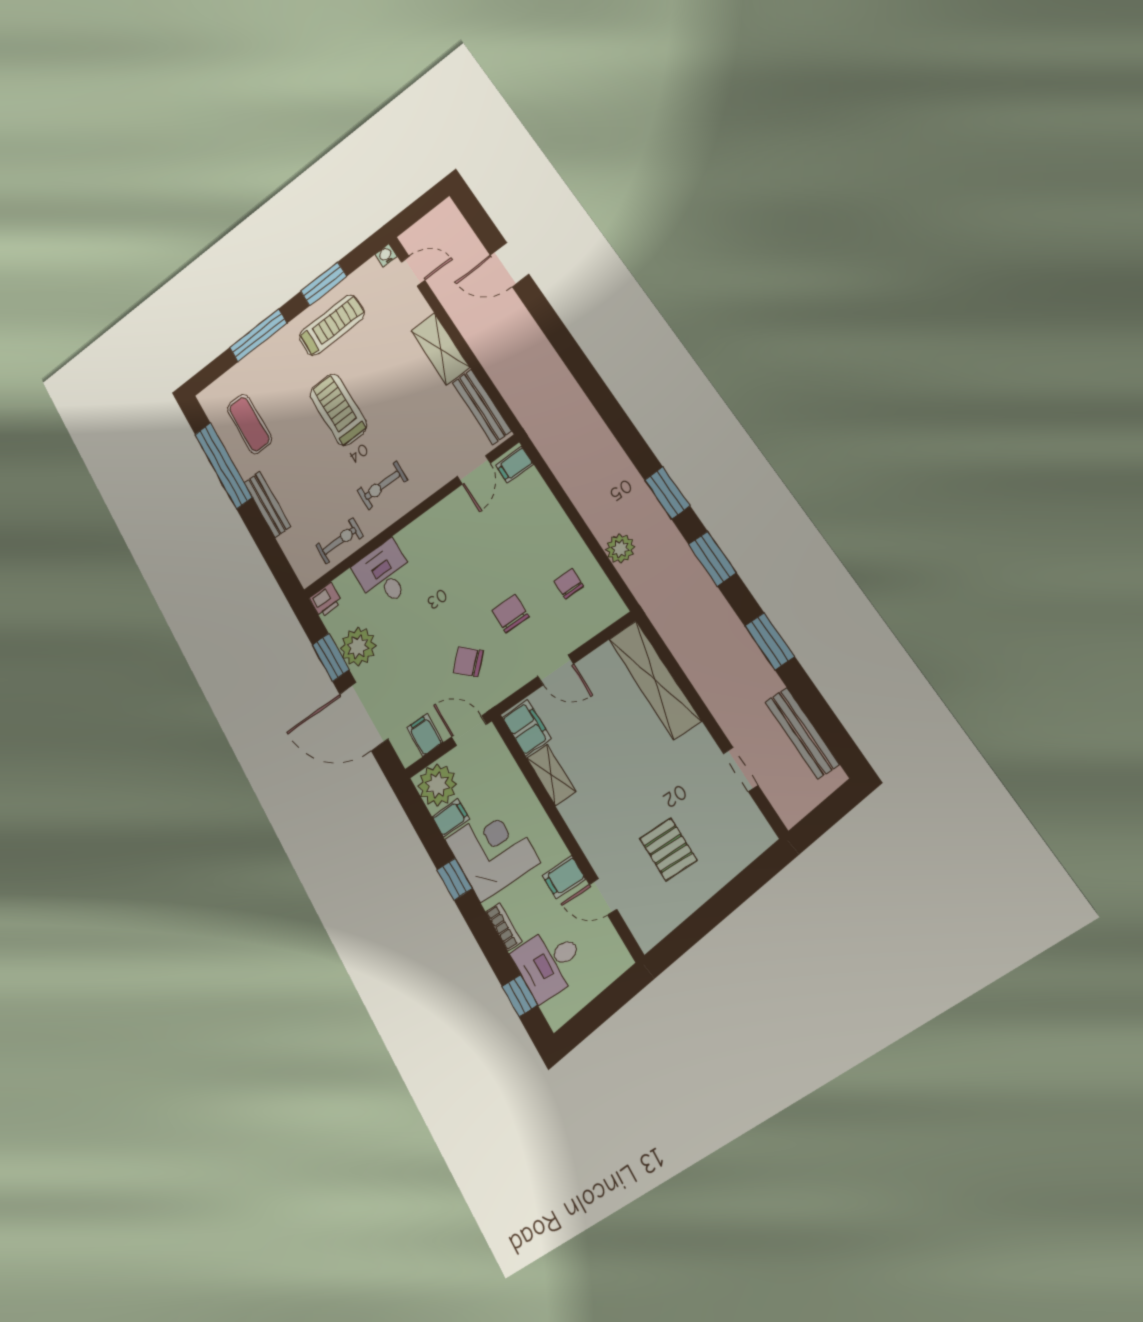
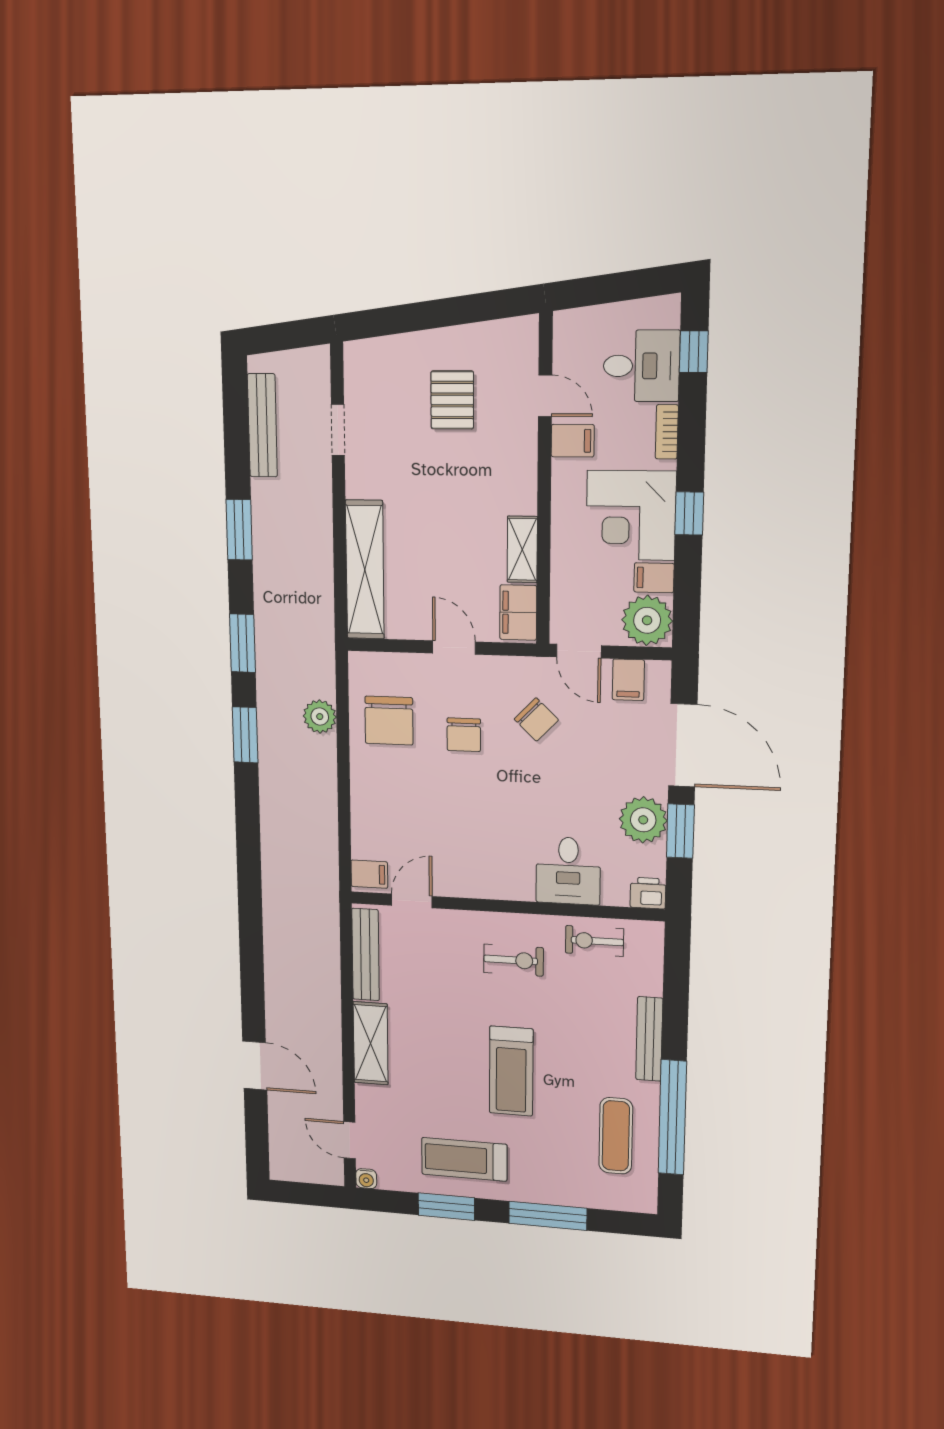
chair: (569, 584) -> (389, 721), width x1.87, depth x1.87

